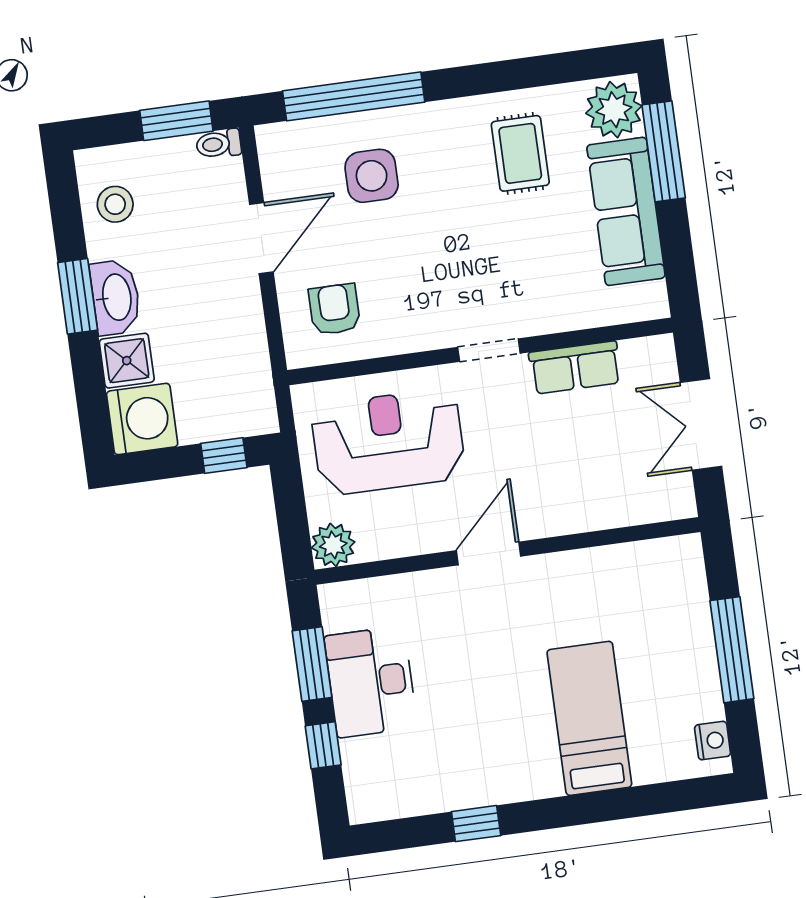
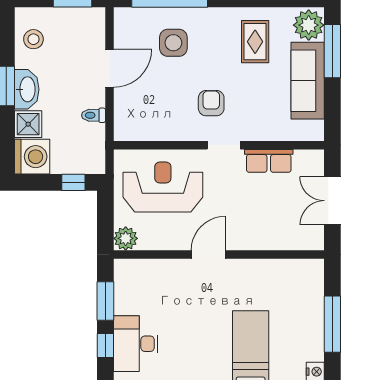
toilet: (219, 144) -> (94, 115), moved
armchair: (334, 309) -> (211, 103), moved
desk: (371, 682) -> (136, 344), moved

